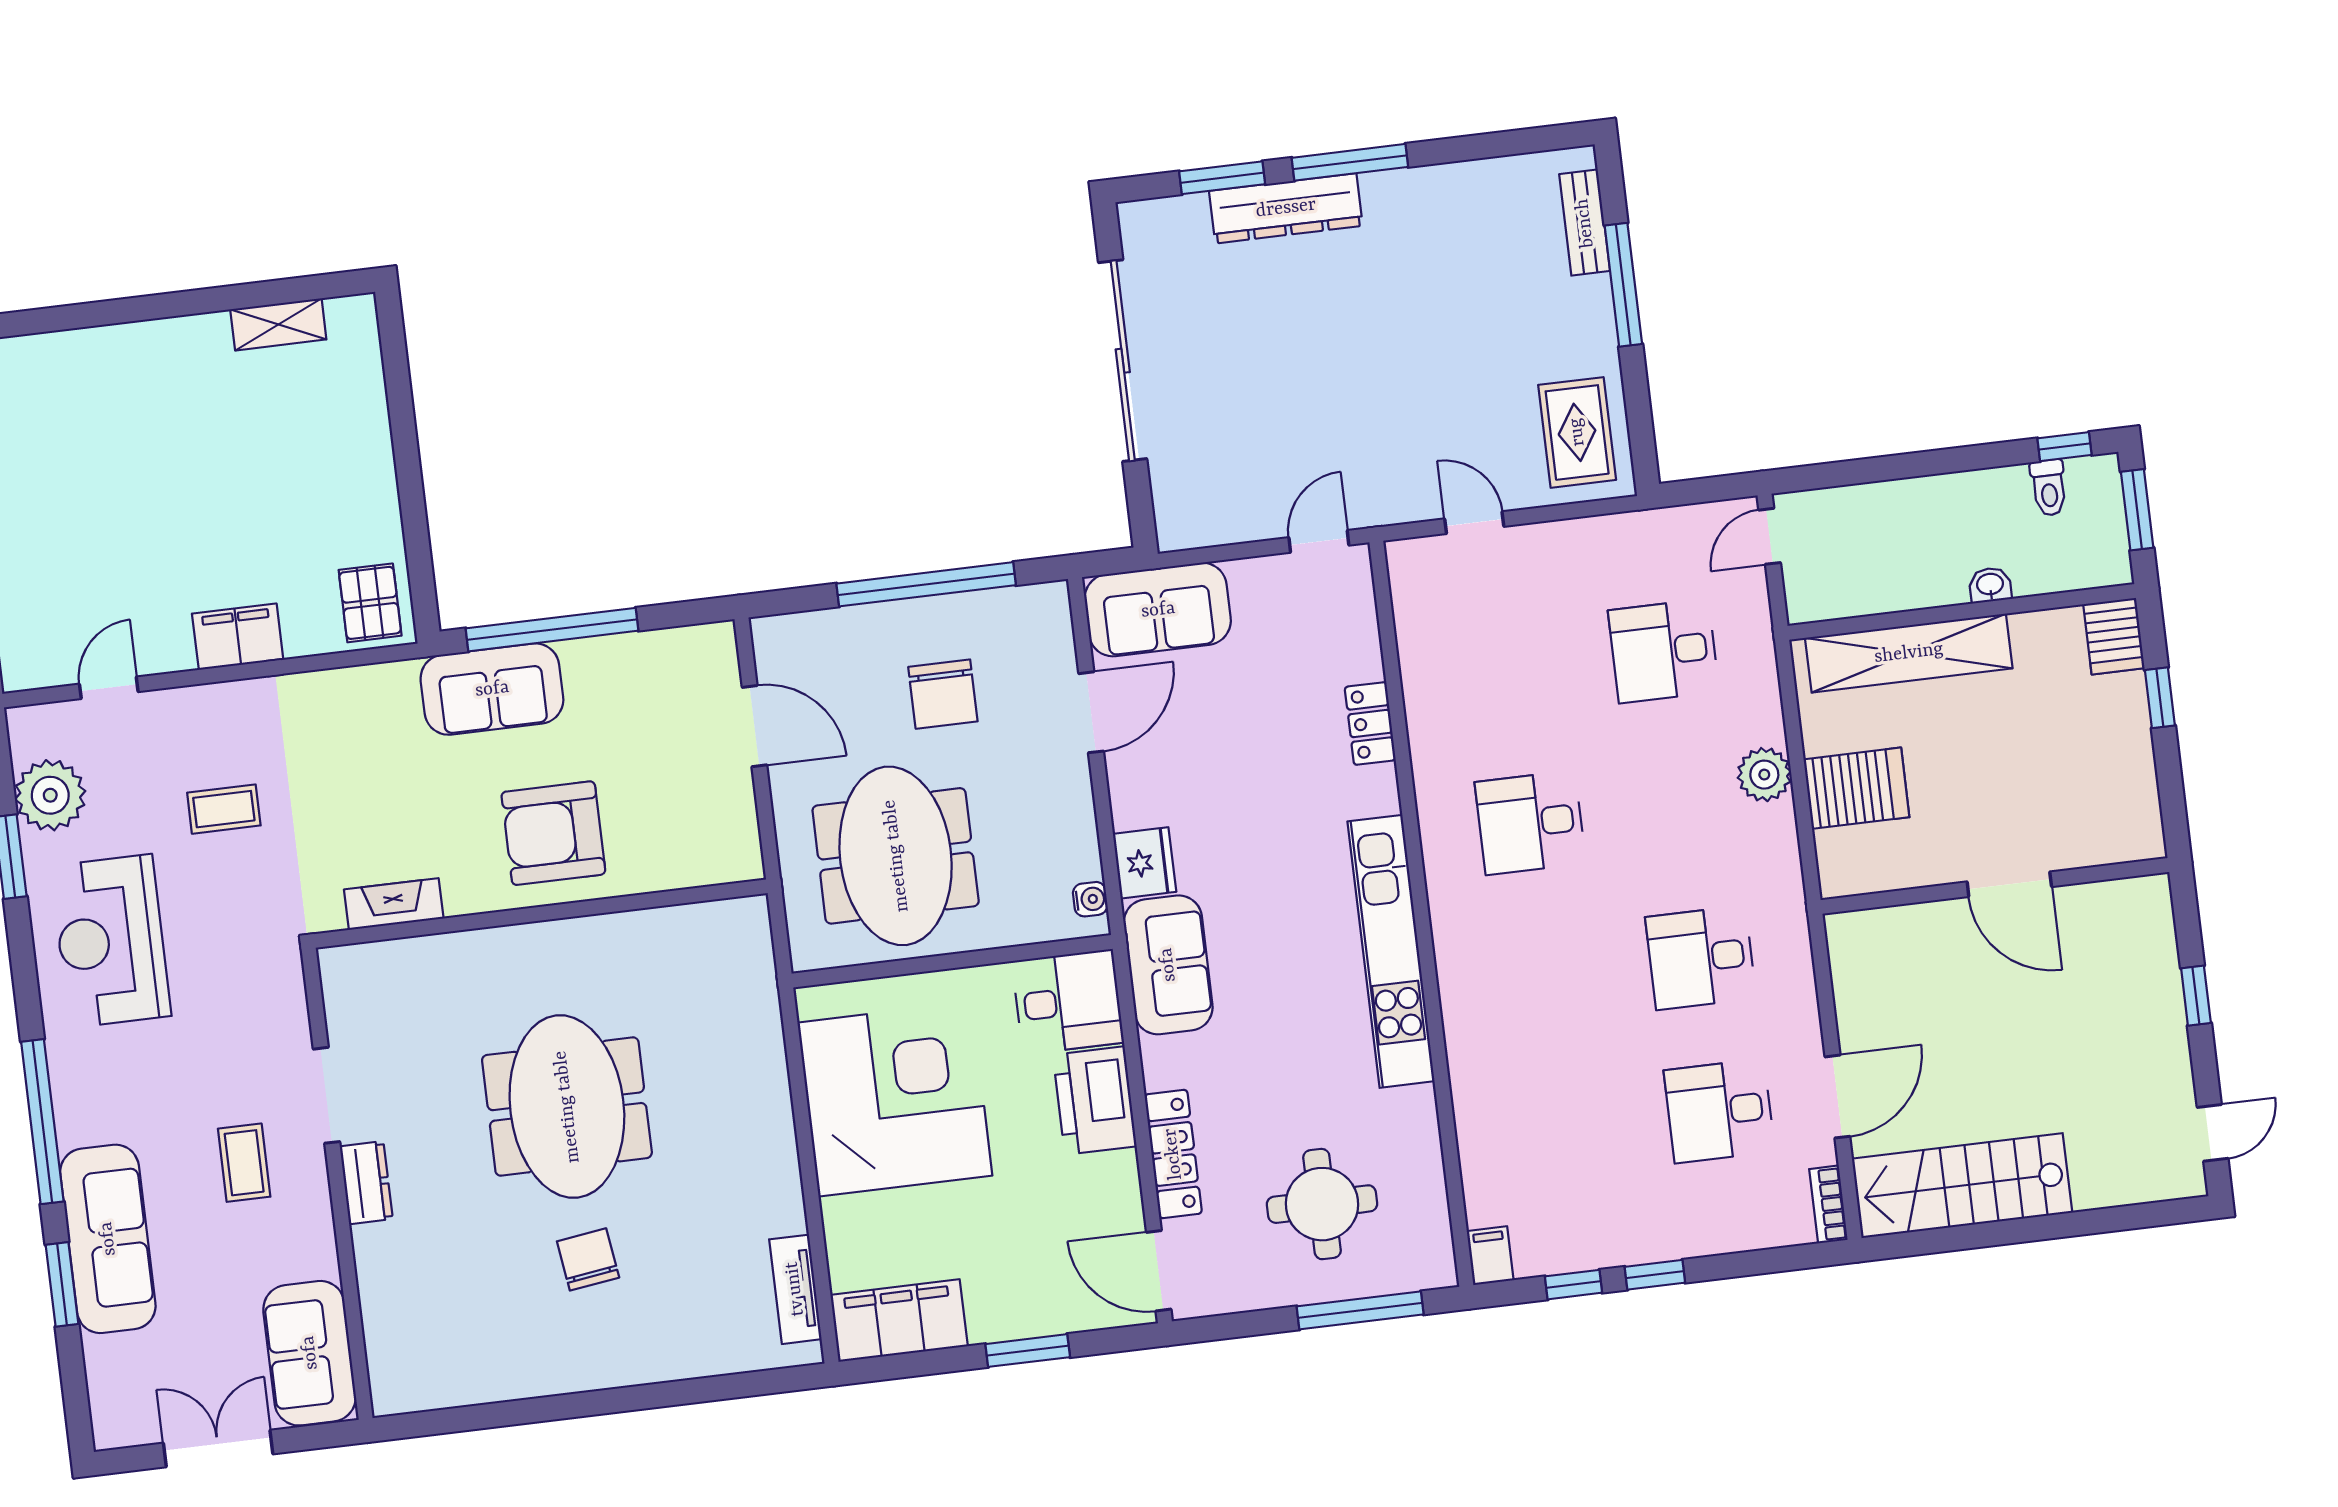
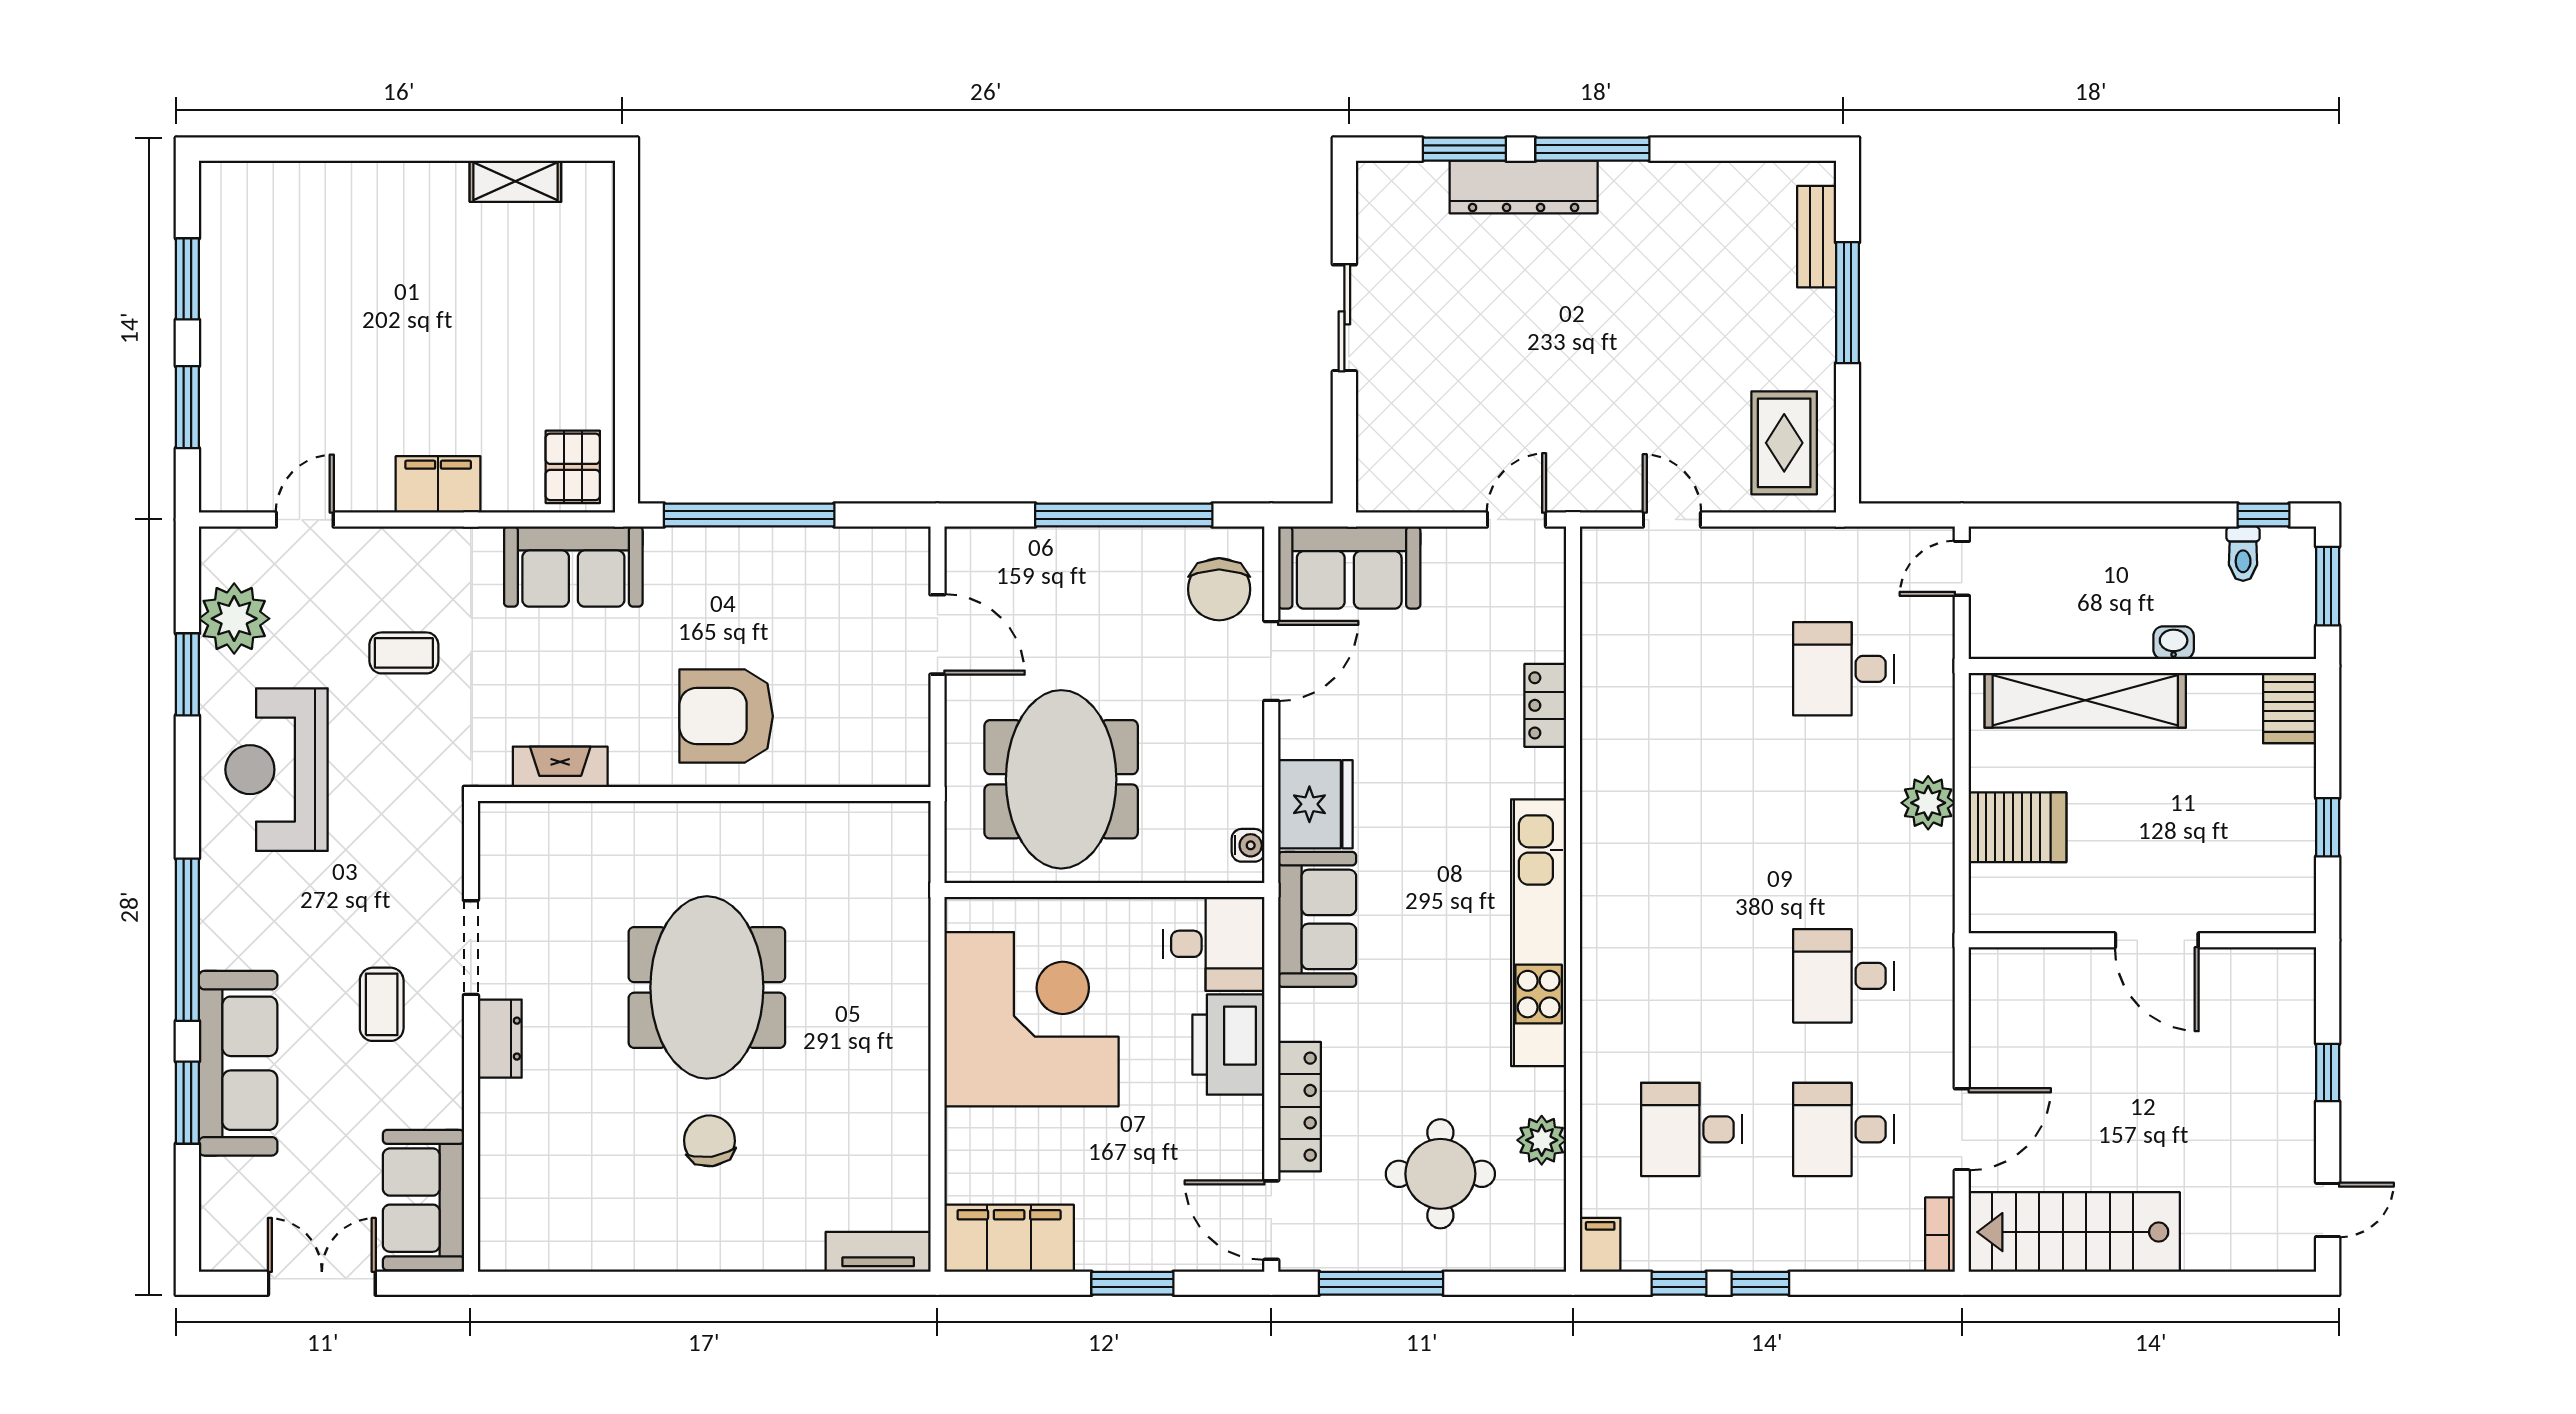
sliding door: (1123, 361) -> (1344, 318), width x0.54
sofa: (492, 689) -> (573, 567), moved
chair: (943, 694) -> (1219, 589), moved
window: (2160, 698) -> (2328, 827), moved
desk: (1530, 823) -> (1691, 1129), moved
fridge: (1145, 863) -> (1315, 804), width x1.36, depth x1.34
plant: (1419, 1158) -> (1542, 1140), added
tv unit: (795, 1289) -> (878, 1252), moved, turned 90
window: (1360, 1310) -> (1381, 1283), moved

